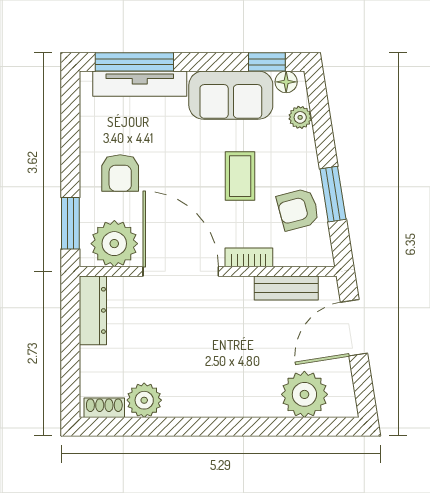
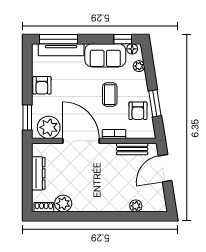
armchair: (120, 173) -> (42, 85), moved
armchair: (298, 209) -> (138, 111), turned -75
dresser: (93, 310) -> (38, 173), moved
plant: (304, 394) -> (136, 206), width x0.53, depth x0.53

